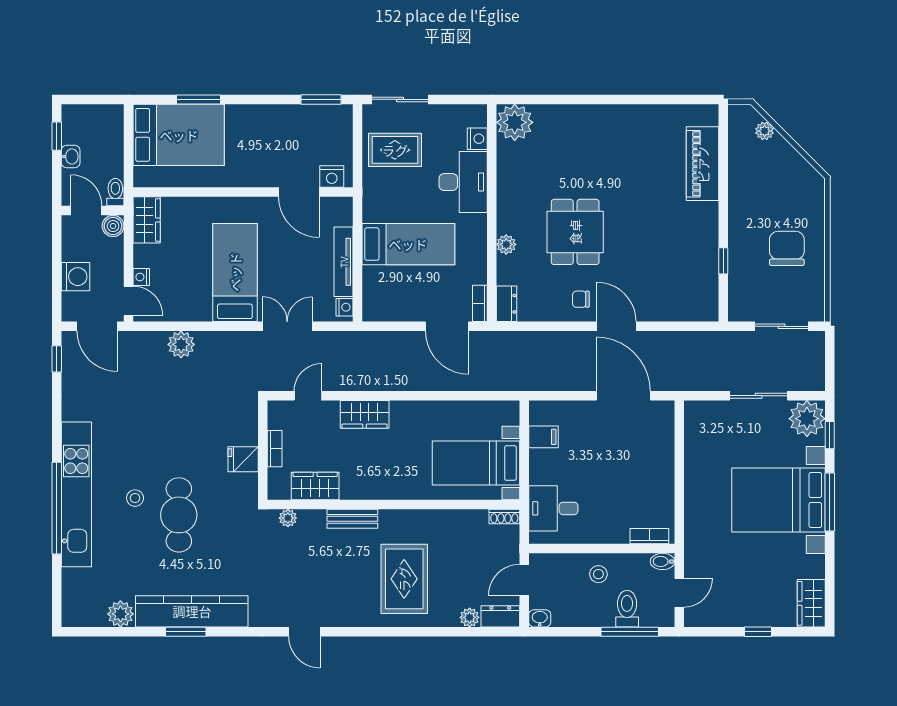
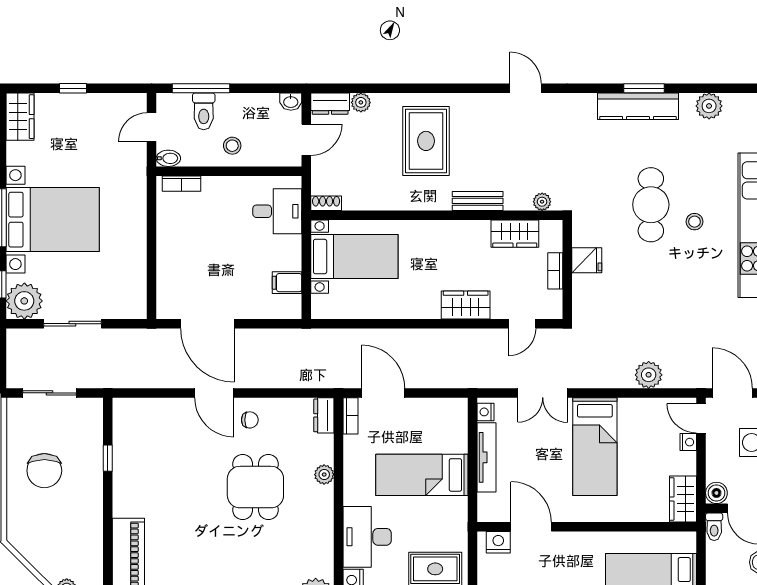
kitchen counter: (192, 611) -> (638, 106), width x0.72, depth x0.86

